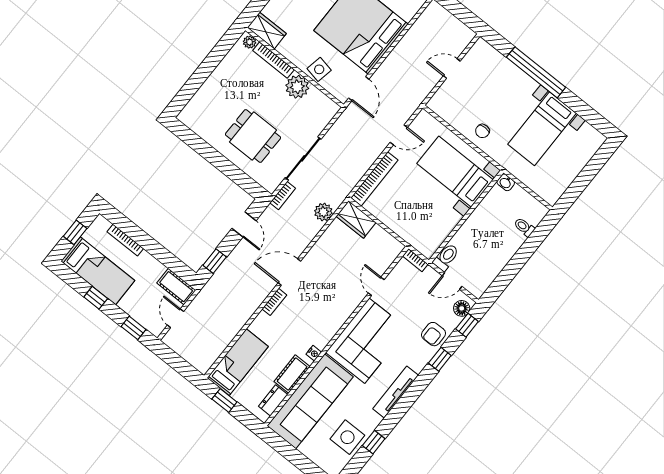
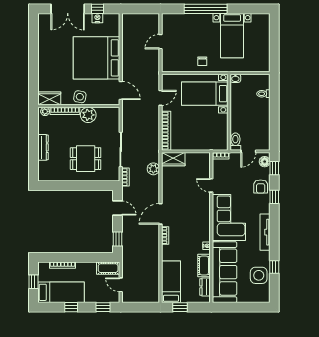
side table: (319, 69) -> (80, 97), moved
dresser: (213, 83) -> (43, 147), added

